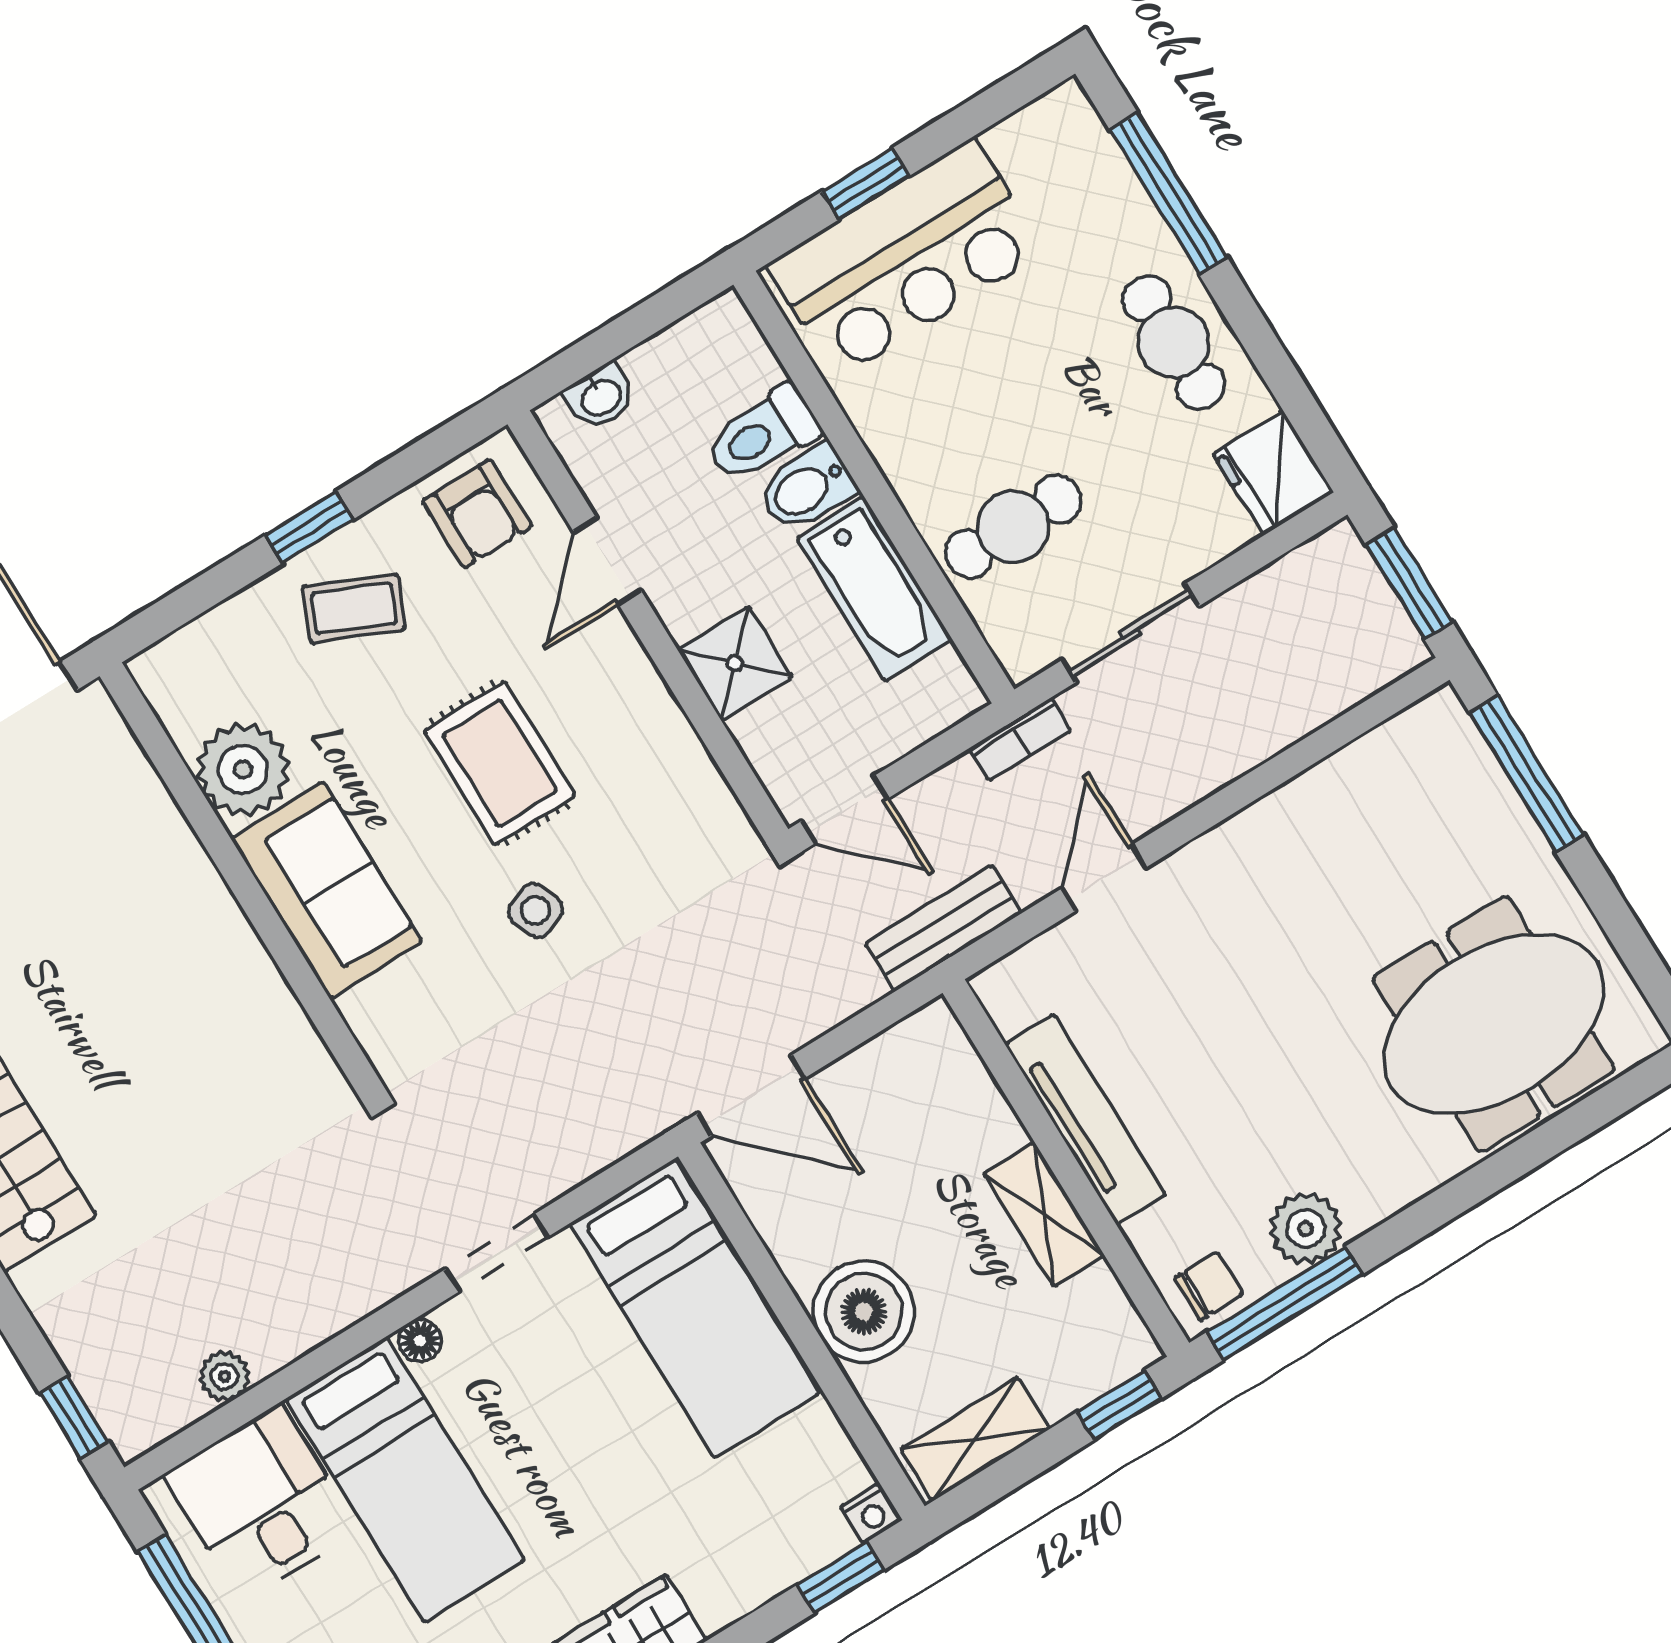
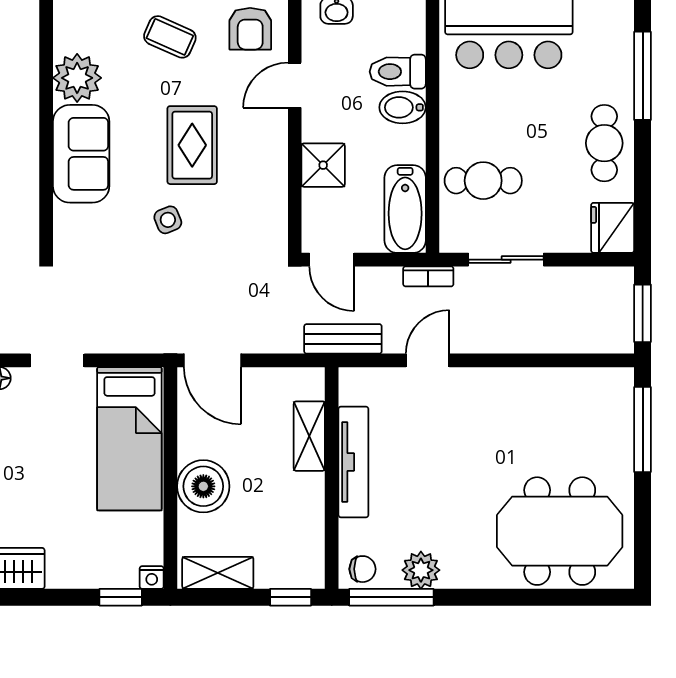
bathtub: (875, 589) -> (405, 209), moved
shelving: (1044, 1214) -> (309, 436), moved

